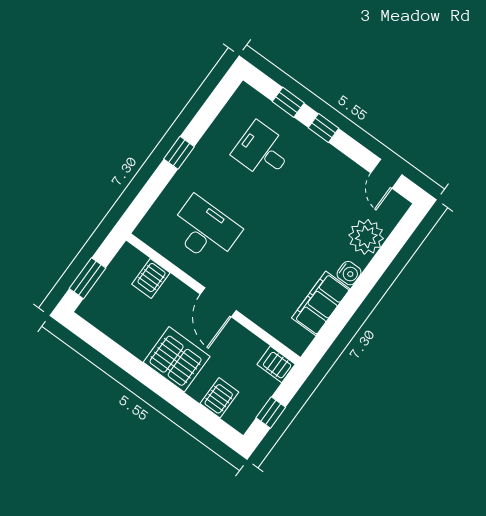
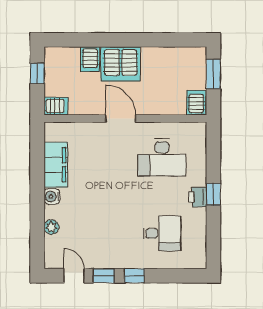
window: (288, 102) -> (104, 276), moved
printer: (198, 162) -> (197, 197), added
plant: (366, 237) -> (51, 227), width x0.53, depth x0.53
server rack: (151, 279) -> (196, 103), moved
server rack: (219, 398) -> (90, 59), moved

